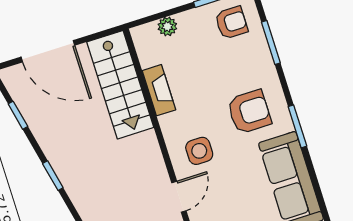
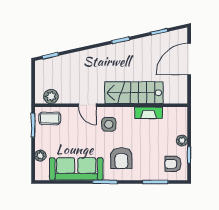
armchair: (231, 23) -> (173, 164), turned 90
plant: (167, 26) -> (182, 141), moved
stairs: (120, 85) -> (134, 93), moved

